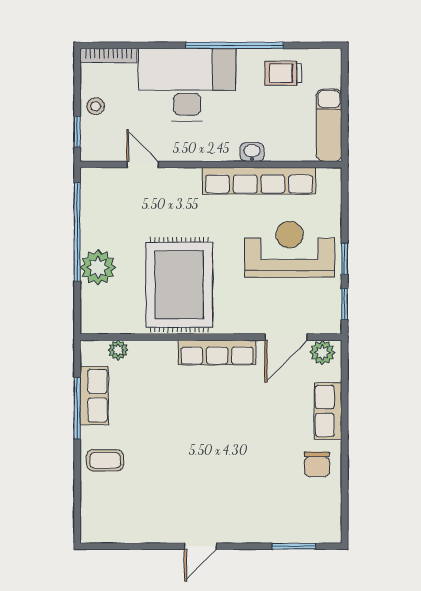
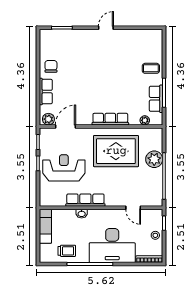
row of seats: (259, 181) -> (85, 200), width x0.73
reception desk: (290, 249) -> (64, 168), turned 180
rug: (179, 285) -> (116, 151), turned 90
row of seats: (217, 353) -> (110, 119), moved

